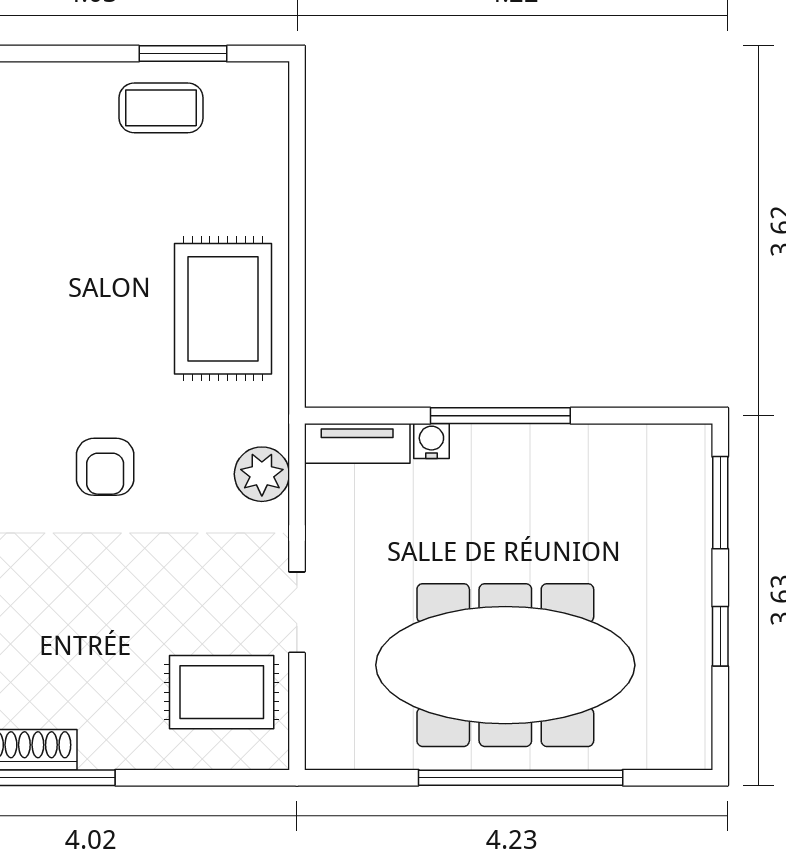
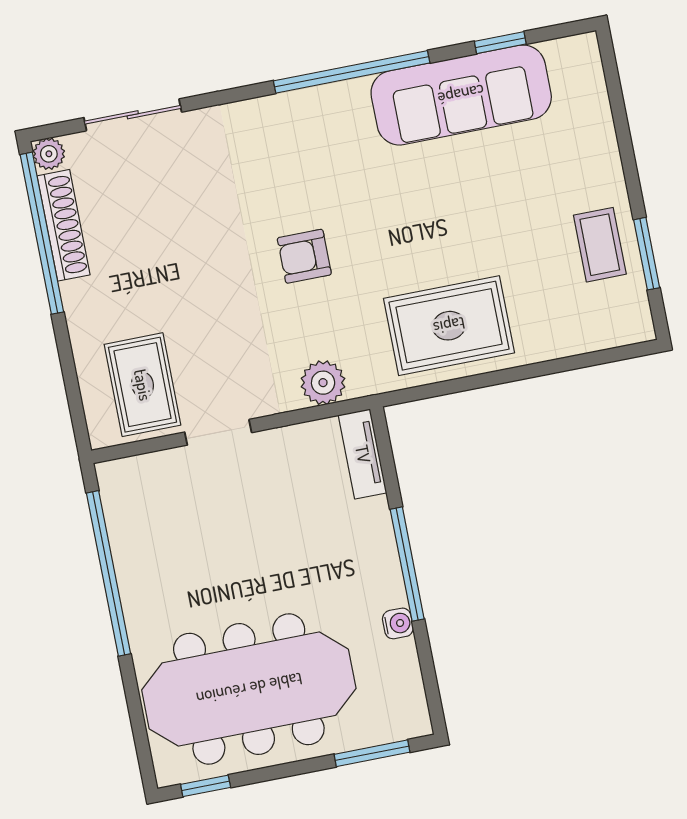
water cooler: (431, 441) -> (398, 623), moved
window: (720, 636) -> (206, 786), moved
meeting table: (505, 665) -> (249, 689), moved, turned 90
window: (521, 778) -> (109, 573), moved

